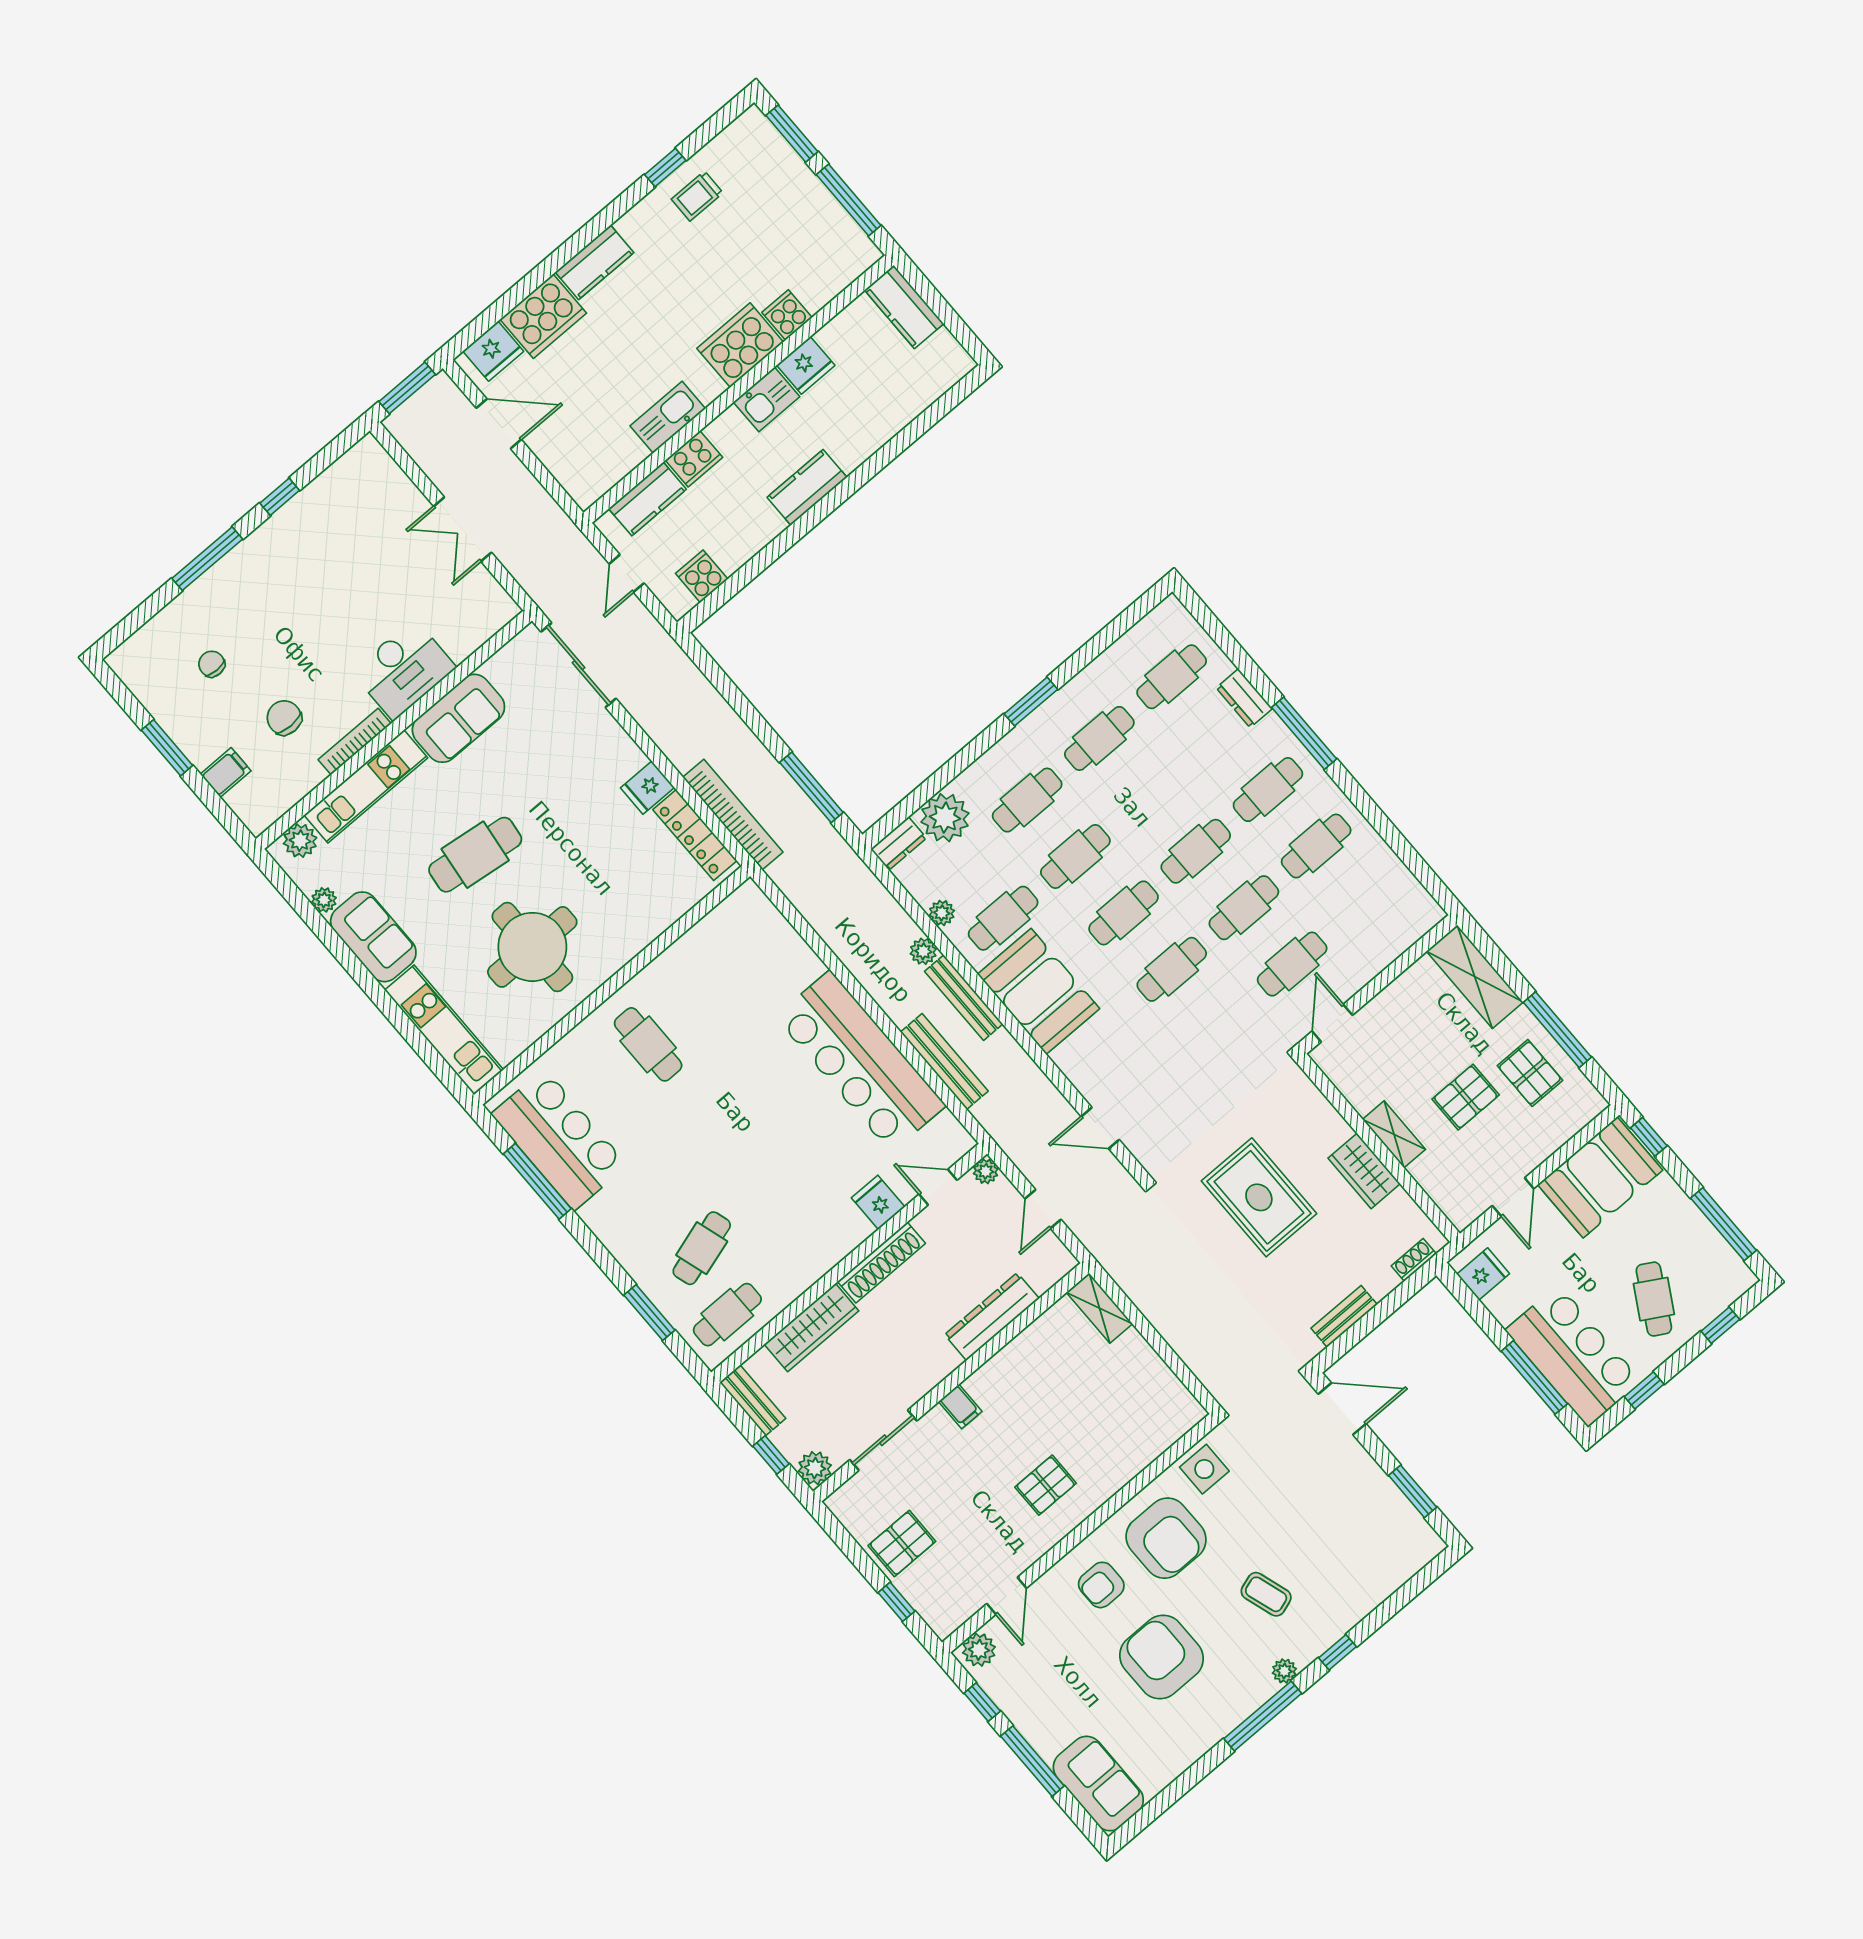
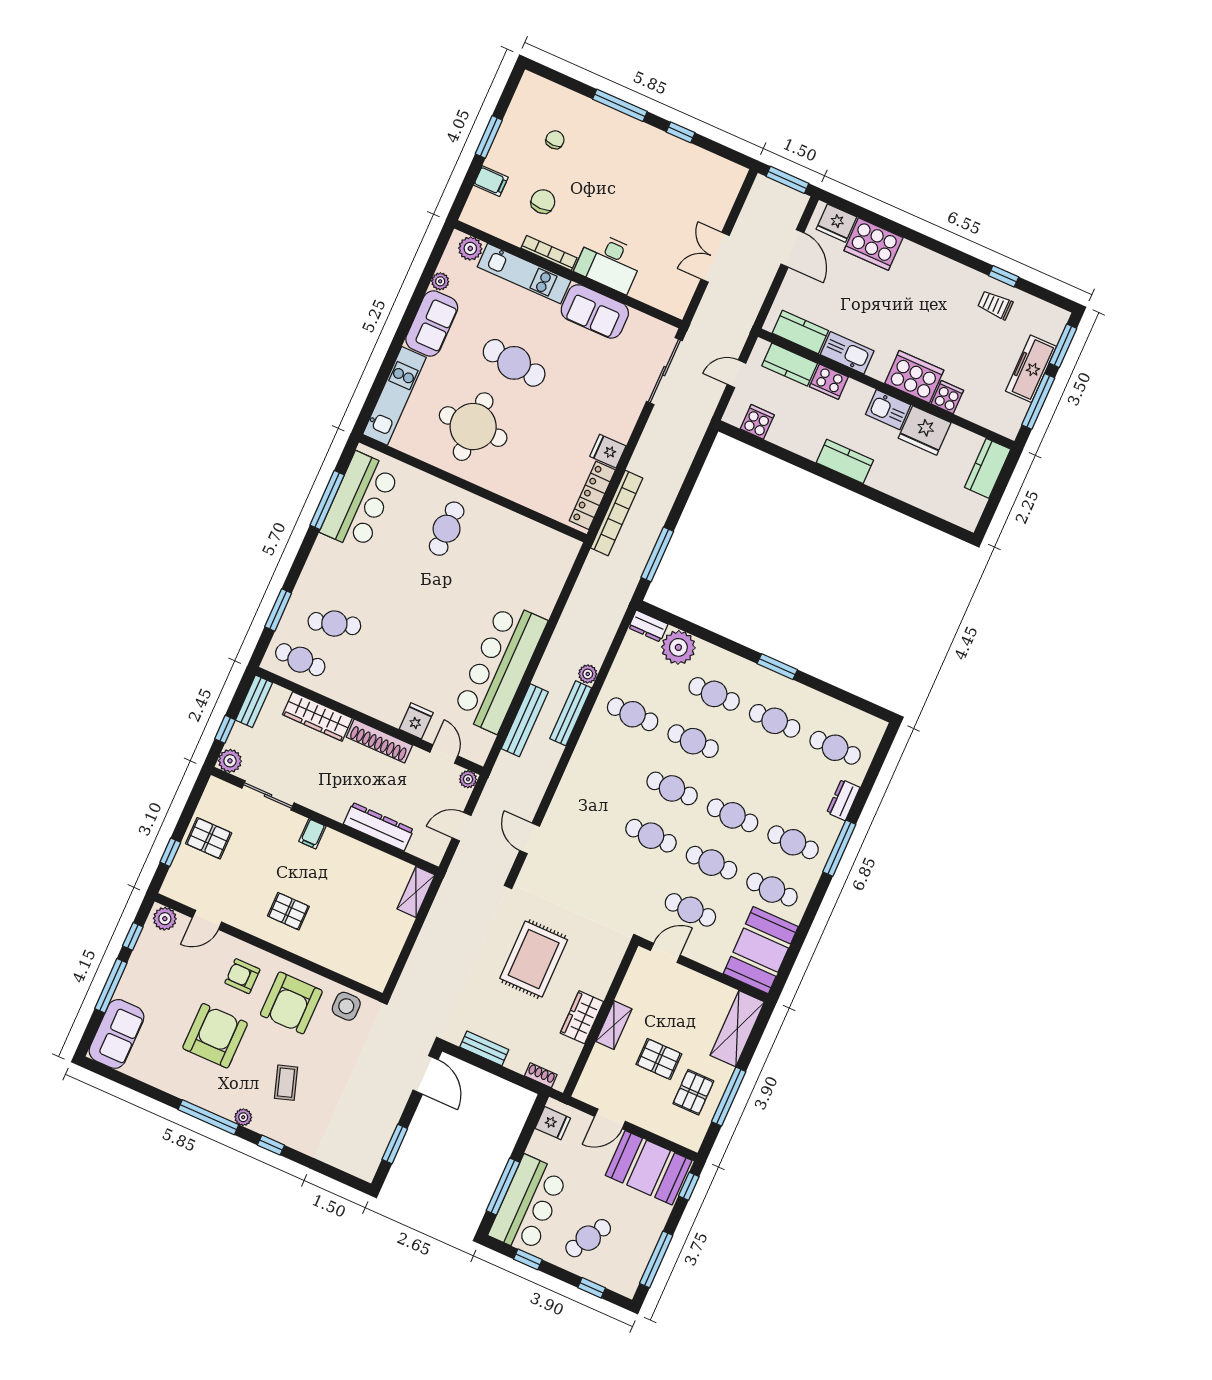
freezer: (802, 189) -> (1031, 369), added
kitchen counter: (595, 262) -> (800, 332), moved, turned 180
fridge: (806, 365) -> (925, 430), width x1.36, depth x1.34
plant: (942, 913) -> (617, 674), removed
booth: (1039, 991) -> (761, 950), moved

